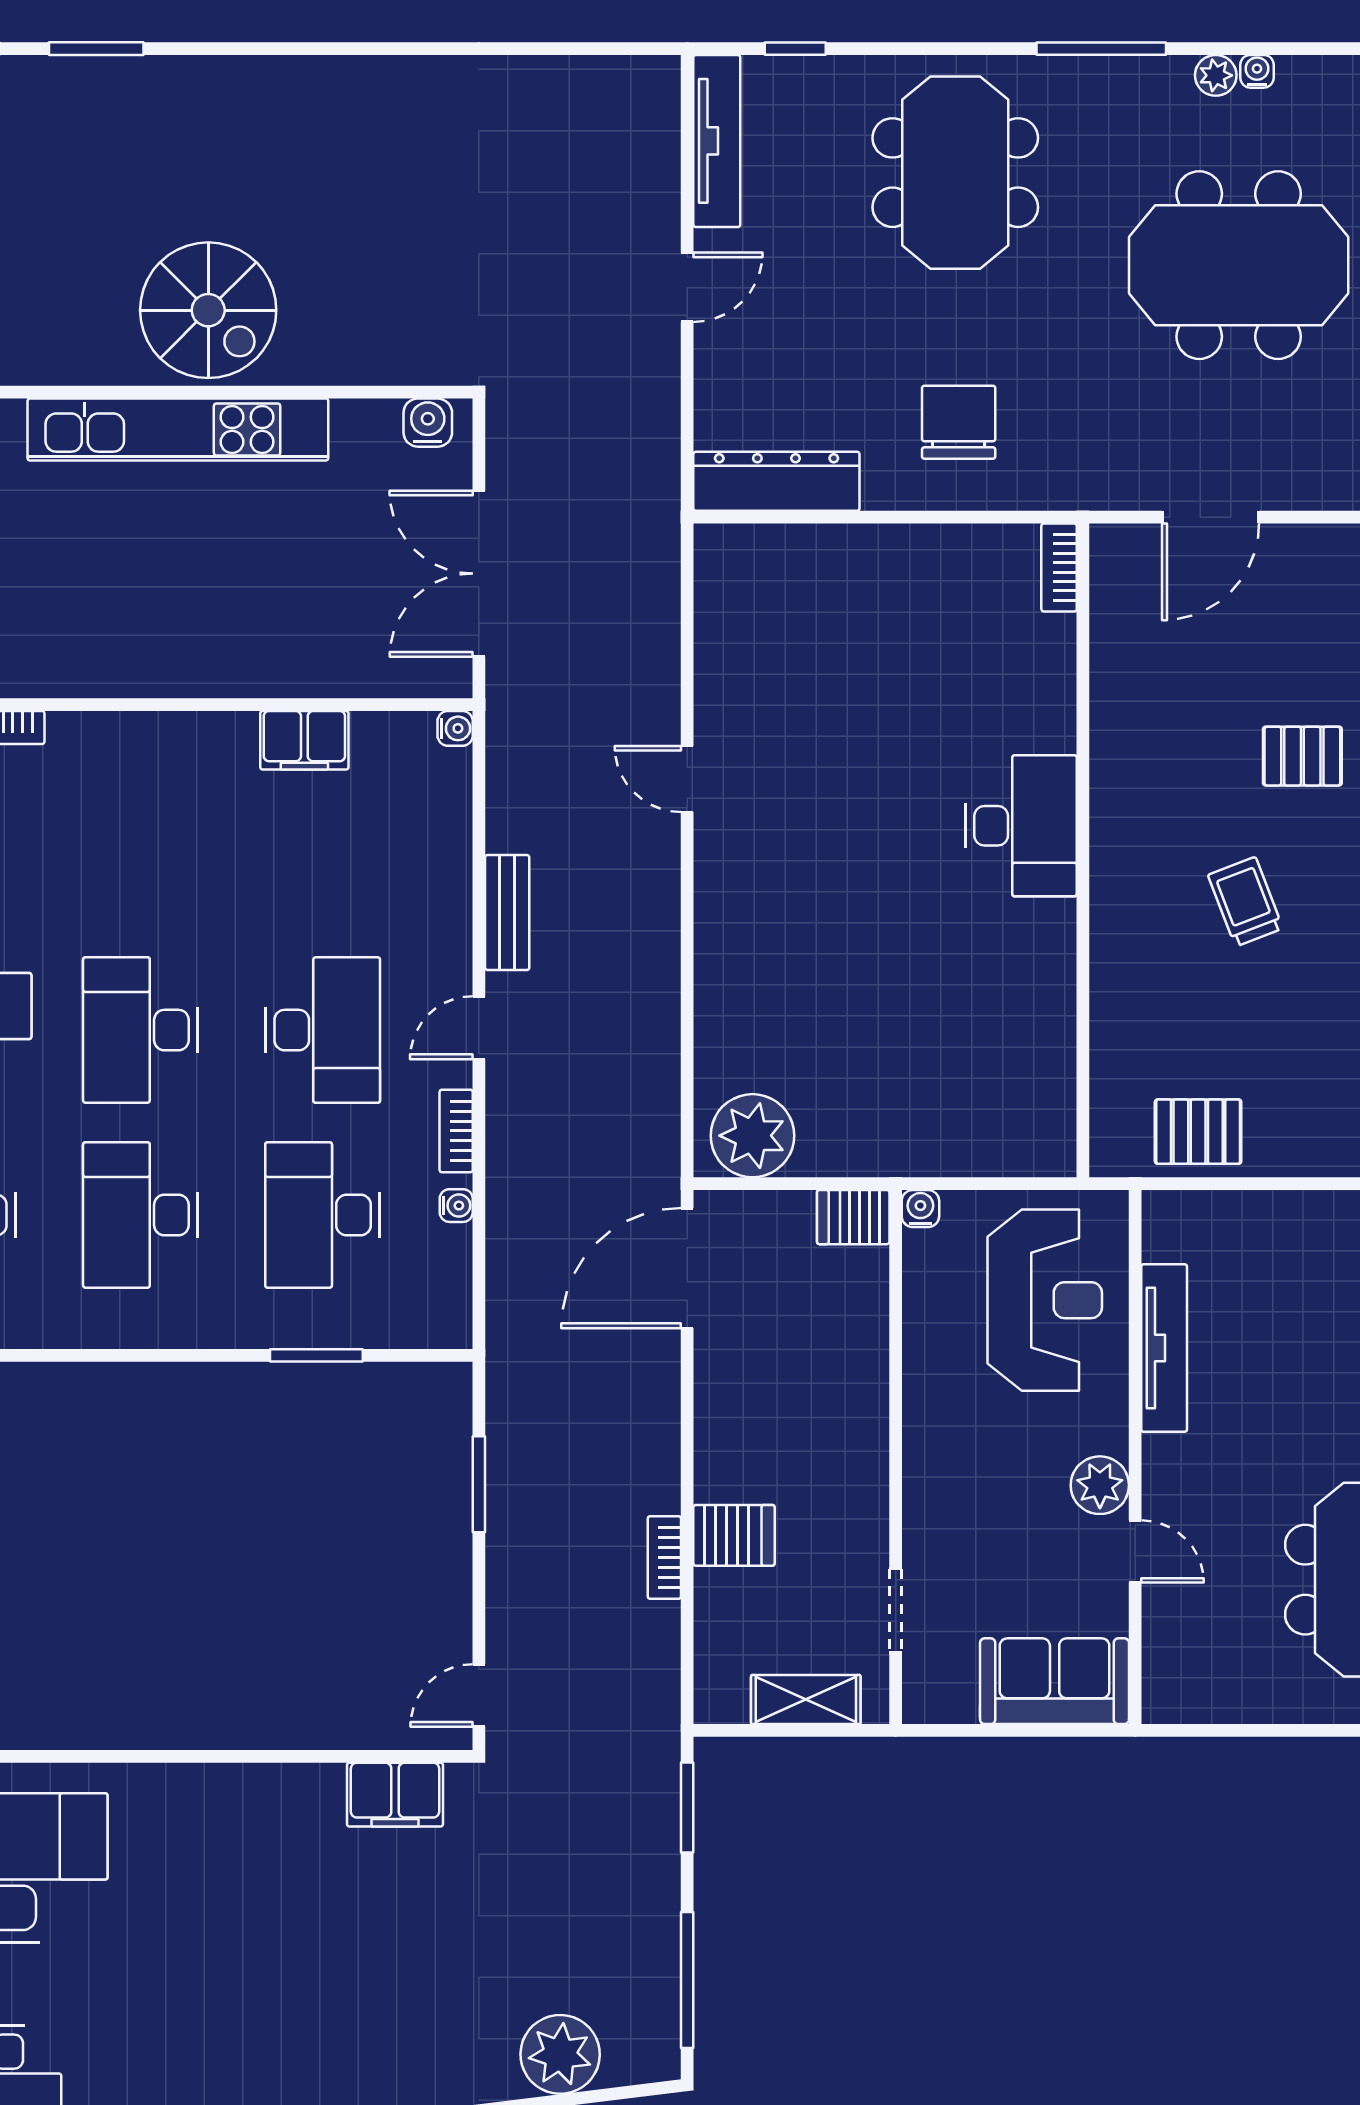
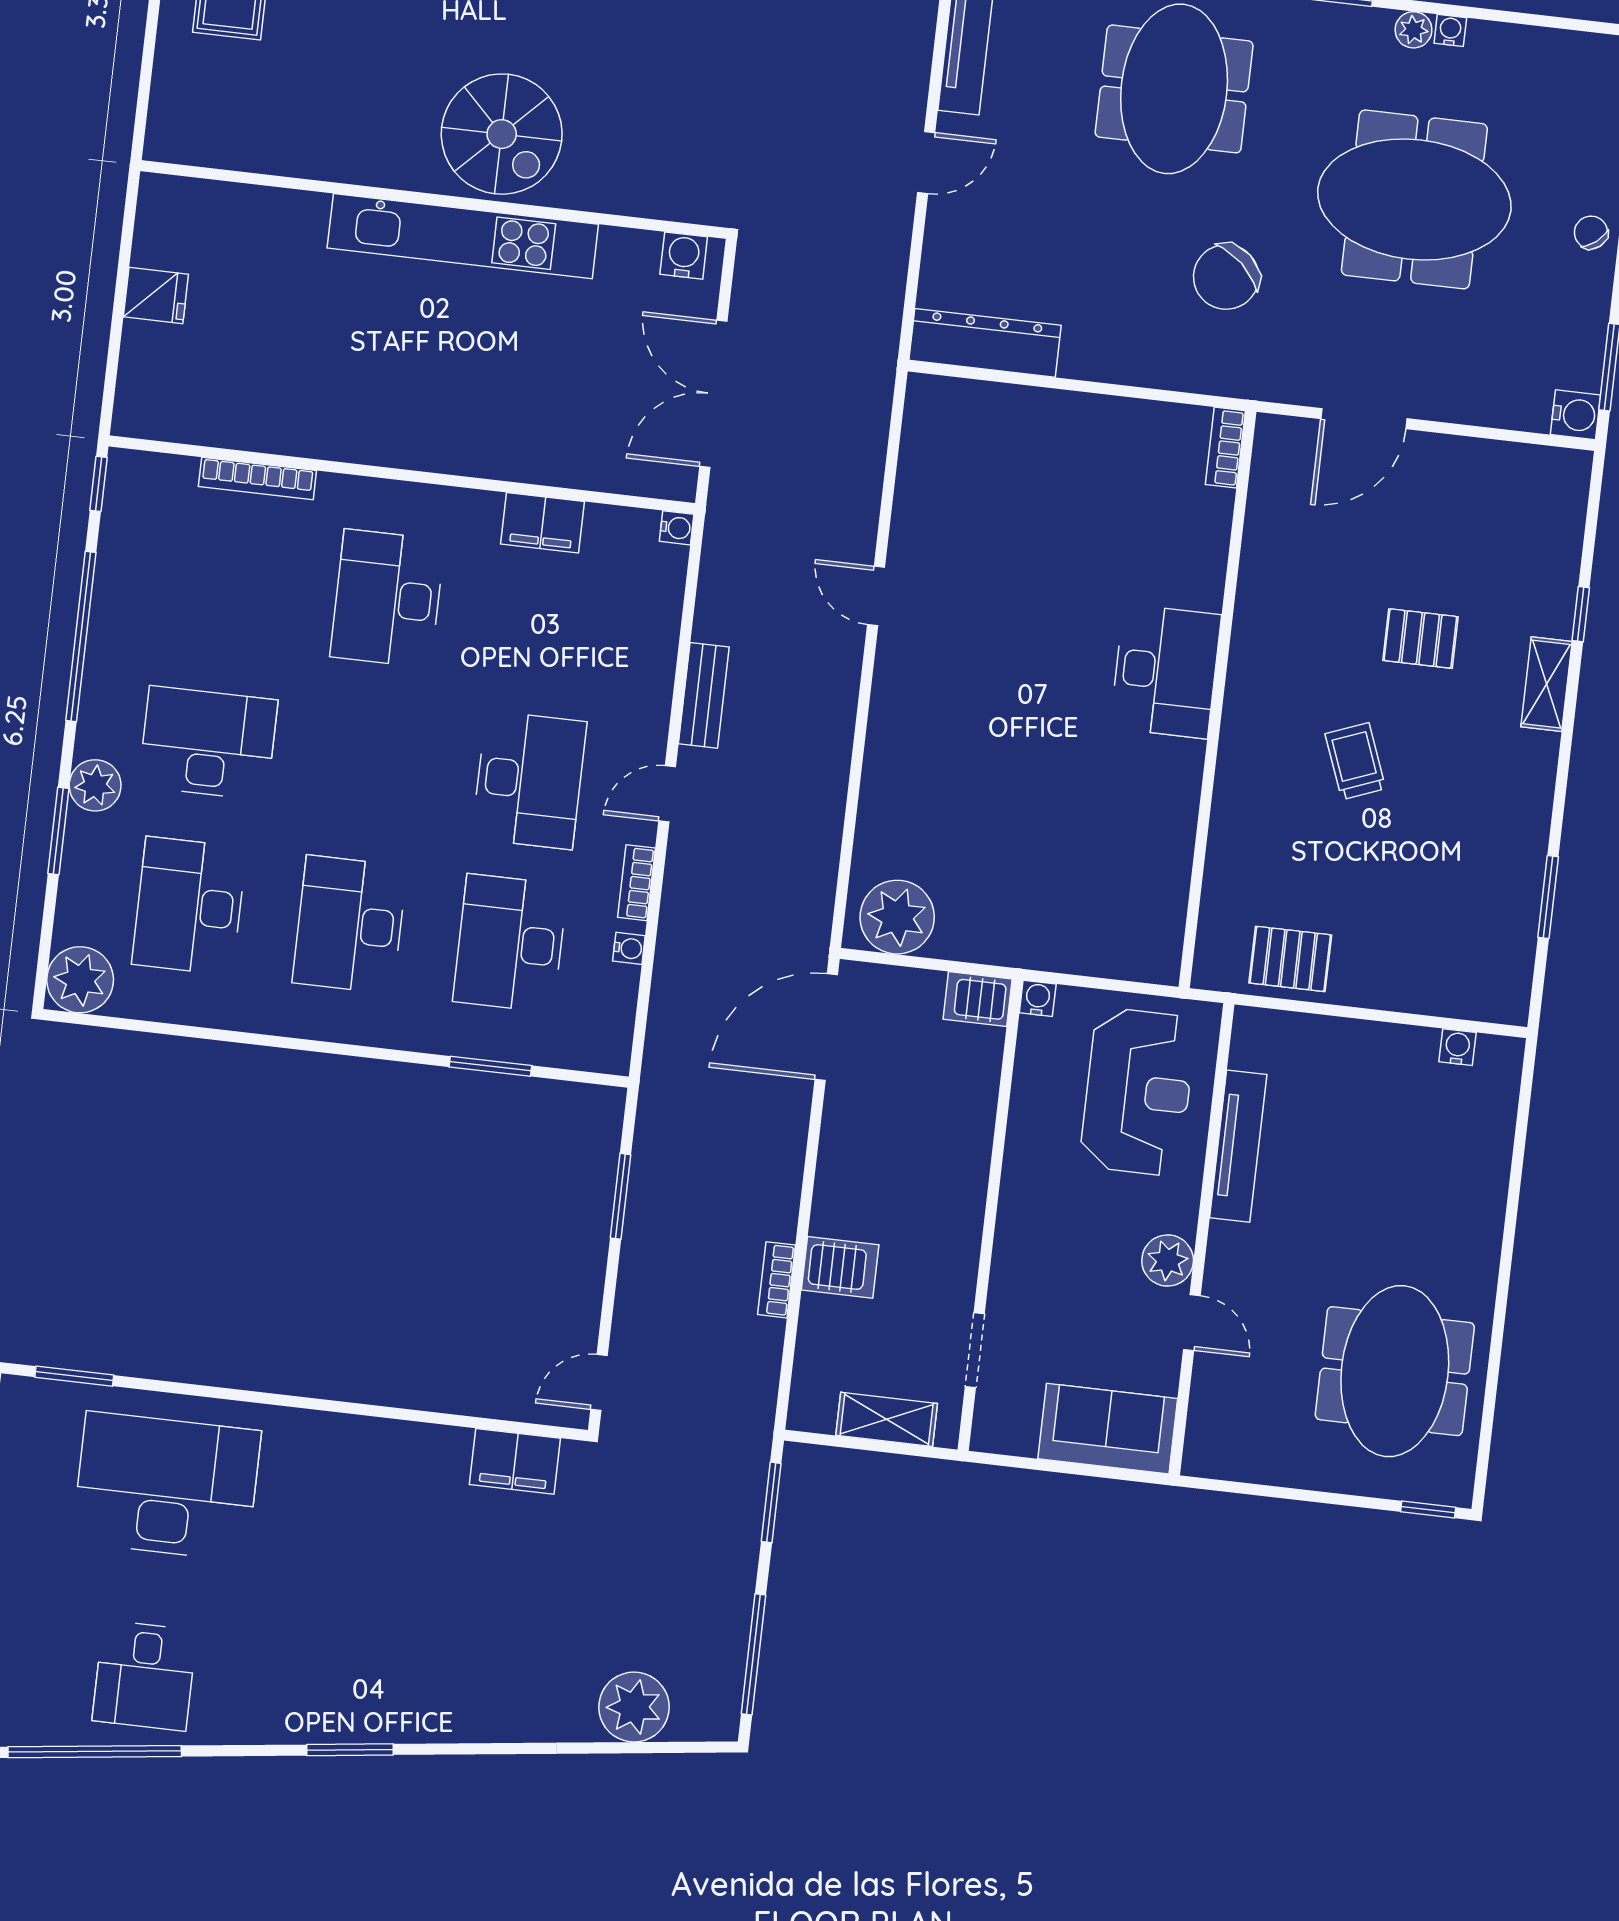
chair: (959, 422) -> (1226, 277), moved, turned -138
desk: (141, 1030) -> (387, 599), moved

